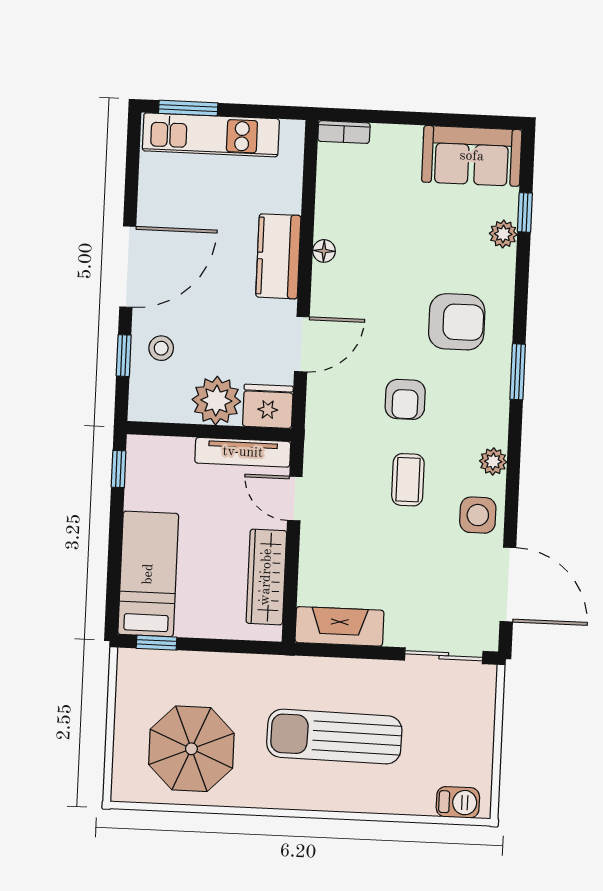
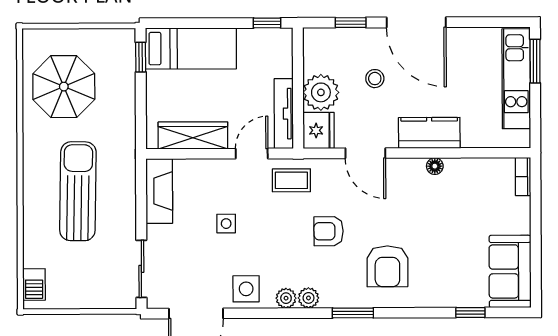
plant: (503, 234) -> (308, 298), moved
stool: (161, 348) -> (375, 79), moved
coffee table: (408, 480) -> (291, 180), moved
side table: (388, 538) -> (226, 224), added

